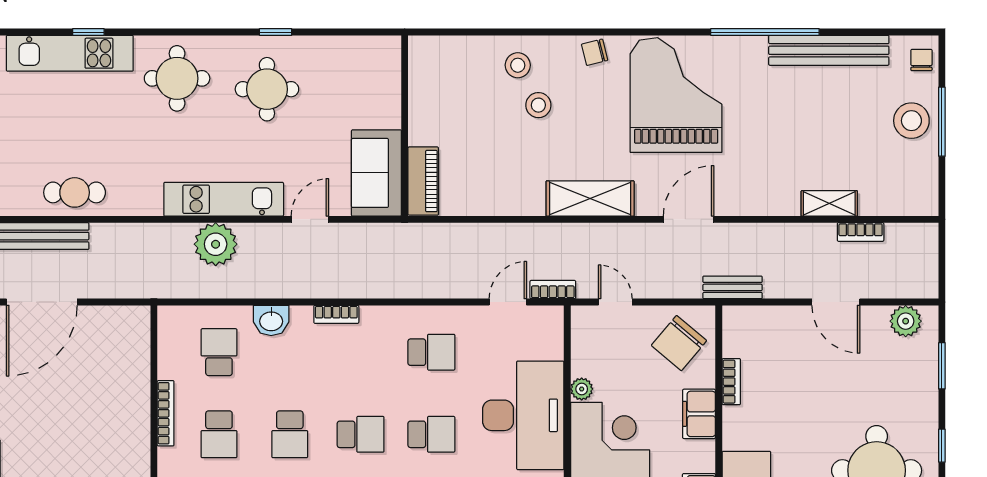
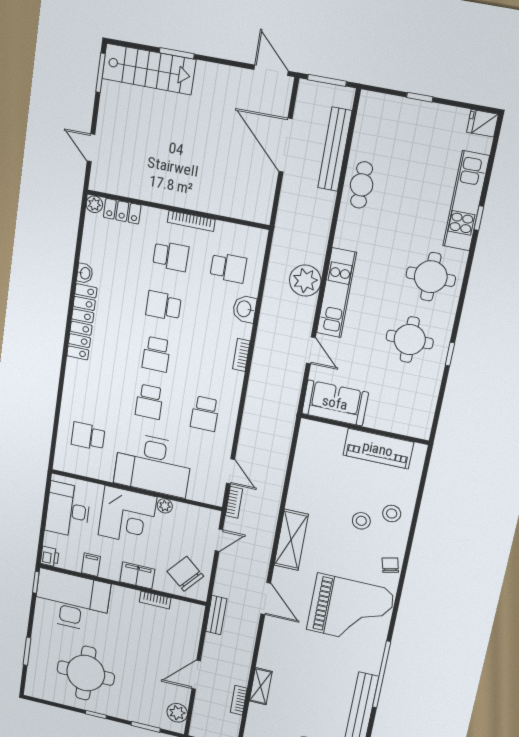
piano: (423, 181) -> (378, 449), moved, width x1.37, depth x1.33
school desk: (219, 434) -> (171, 256), turned 180

